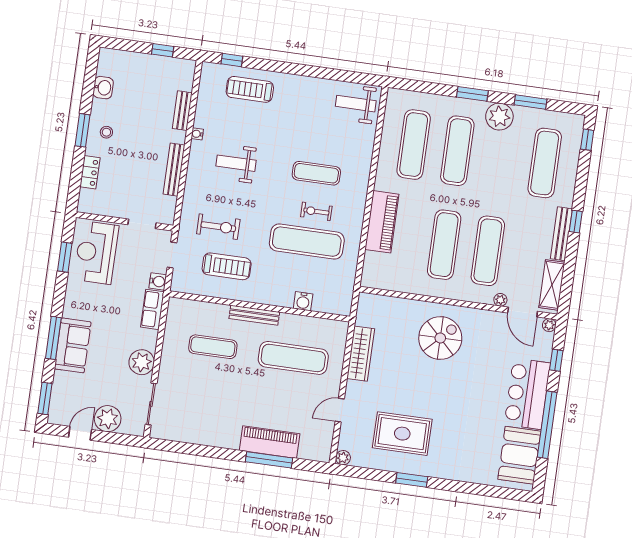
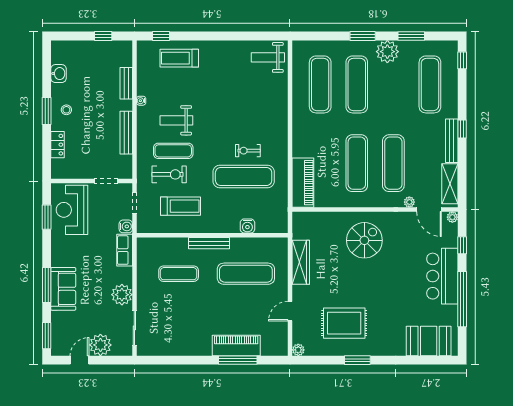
exercise mat: (316, 173) -> (173, 151), moved
piano: (382, 222) -> (303, 183), moved
booth: (519, 455) -> (429, 341), moved, turned 90

